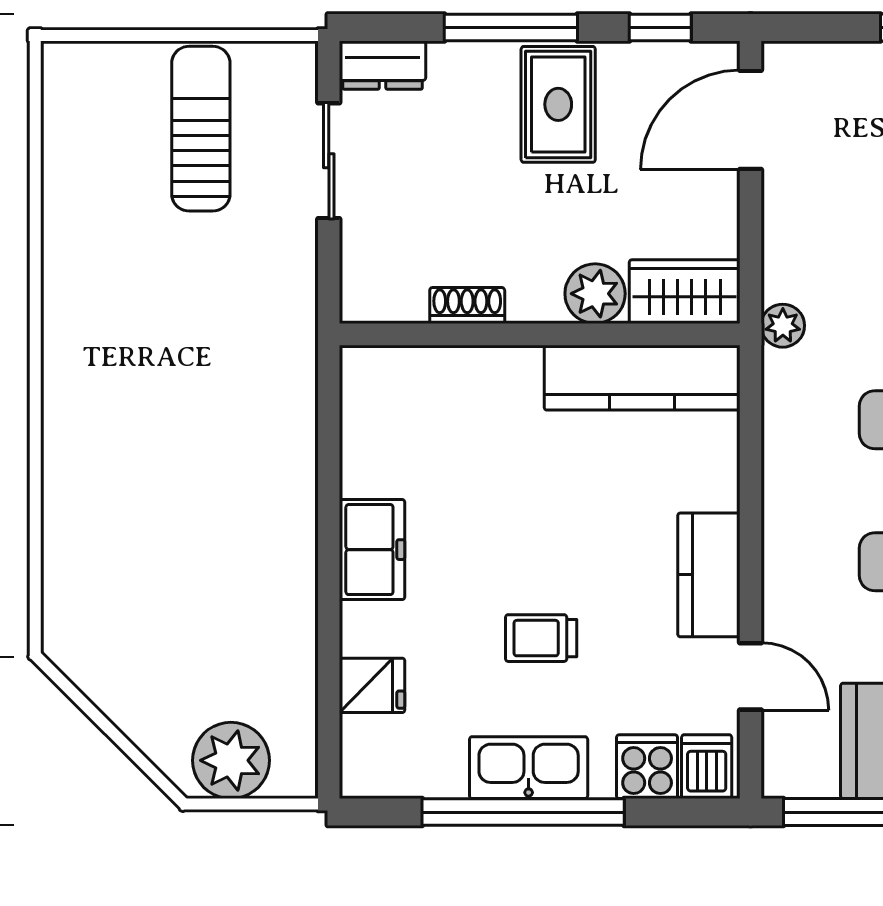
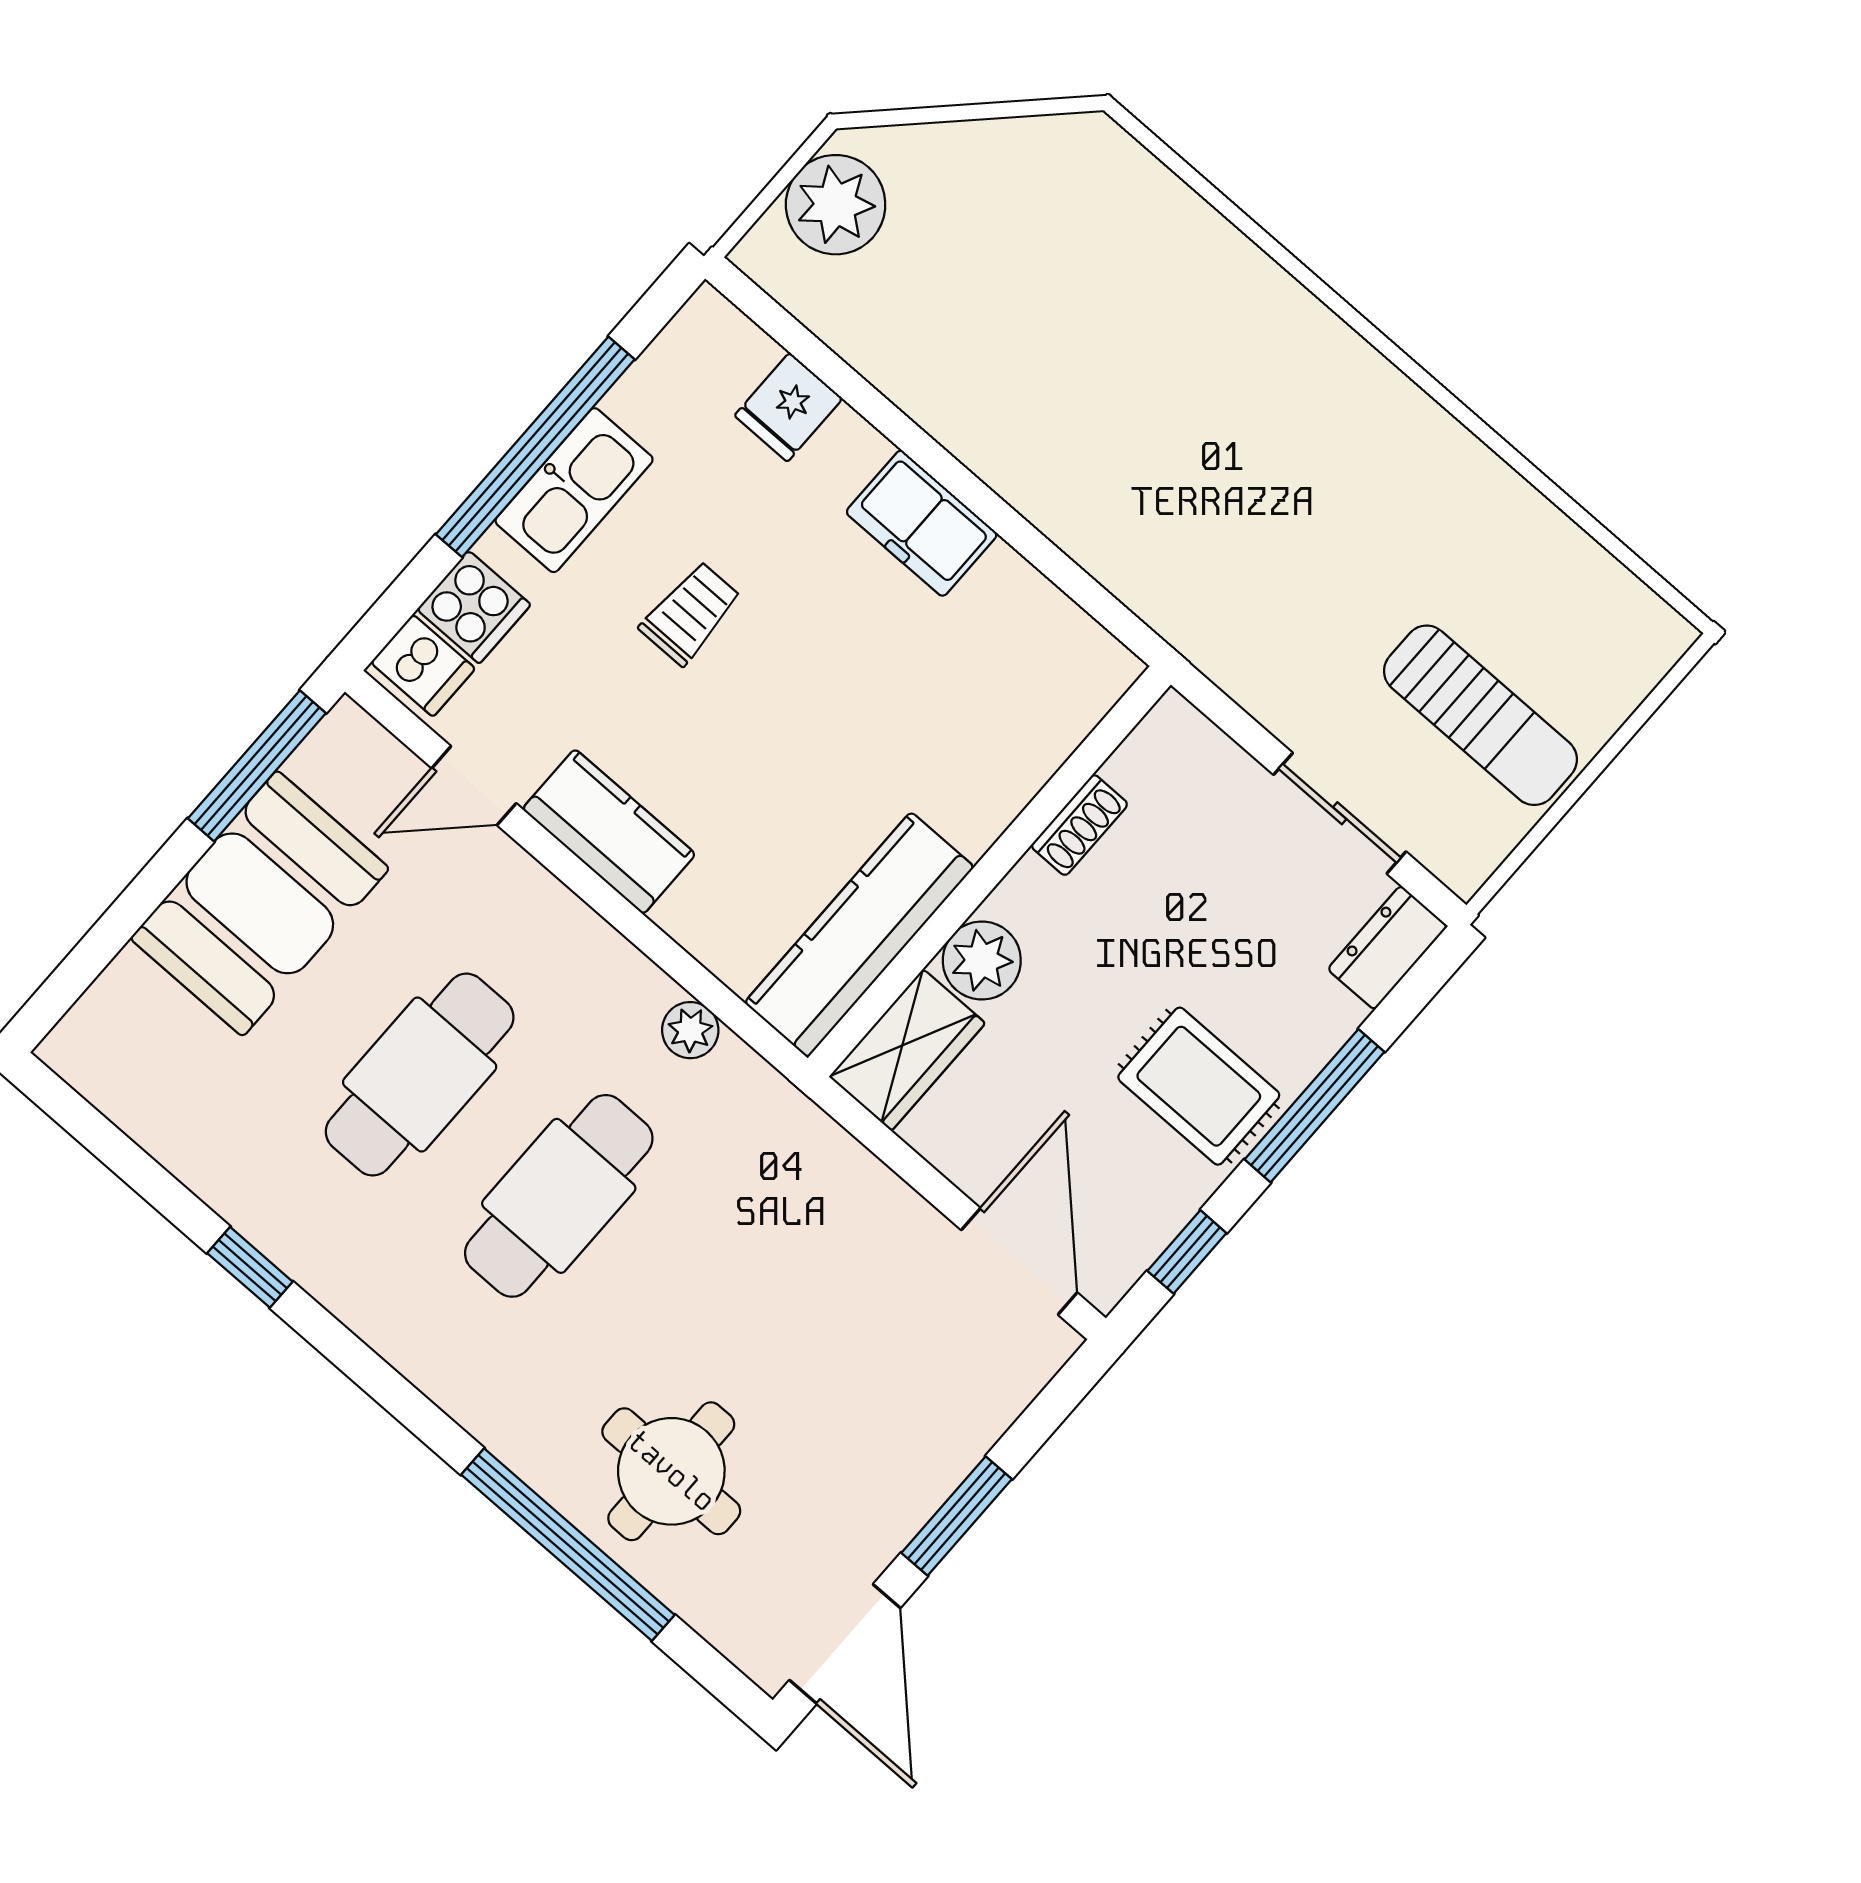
plant: (783, 326) -> (690, 1030), moved

